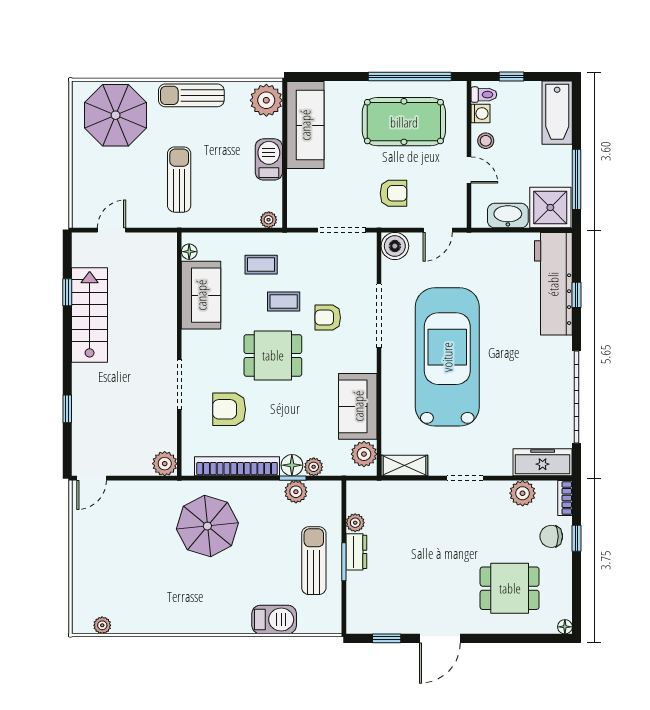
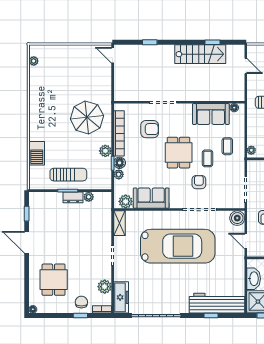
armchair: (229, 409) -> (150, 129), turned 90
plant: (165, 464) -> (120, 95), removed
plant: (296, 492) -> (105, 151), moved

